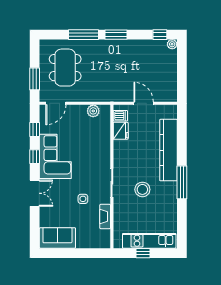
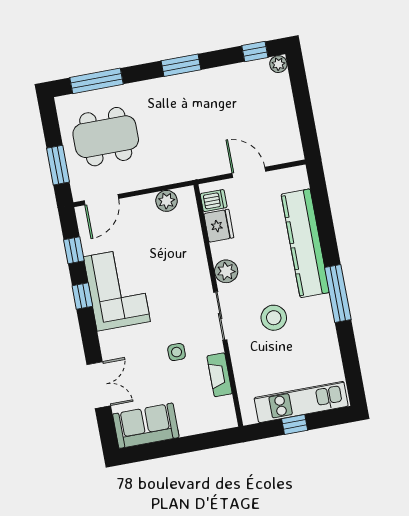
window: (83, 35) -> (97, 81), moved
dining table: (65, 68) -> (106, 137), turned 90
plant: (120, 158) -> (226, 271), added
double door: (35, 193) -> (99, 385), moved

